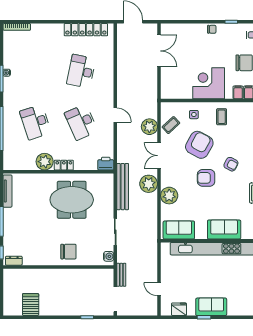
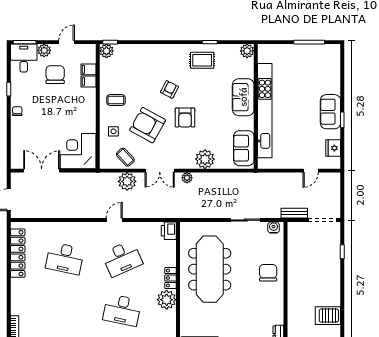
corner desk: (209, 83) -> (78, 151), moved, turned 90
desk: (35, 122) -> (122, 310), turned 30
plant: (149, 184) -> (187, 178), width x0.53, depth x0.53
bench: (123, 187) -> (195, 212), removed
meeting table: (72, 200) -> (210, 269), width x1.36

